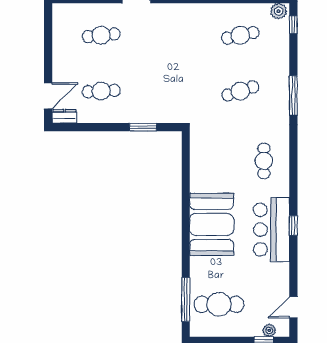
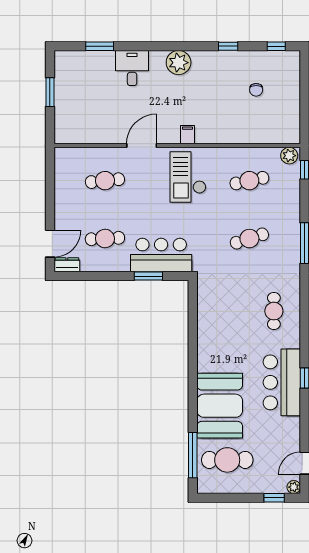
checkout: (181, 32) -> (188, 177), added
bar counter: (155, 107) -> (161, 255), added
booth: (212, 224) -> (220, 406), moved
plant: (269, 330) -> (294, 487), moved

